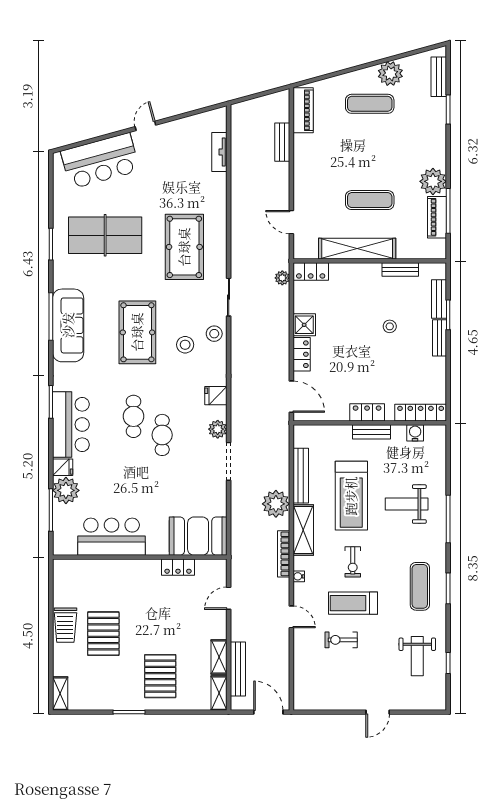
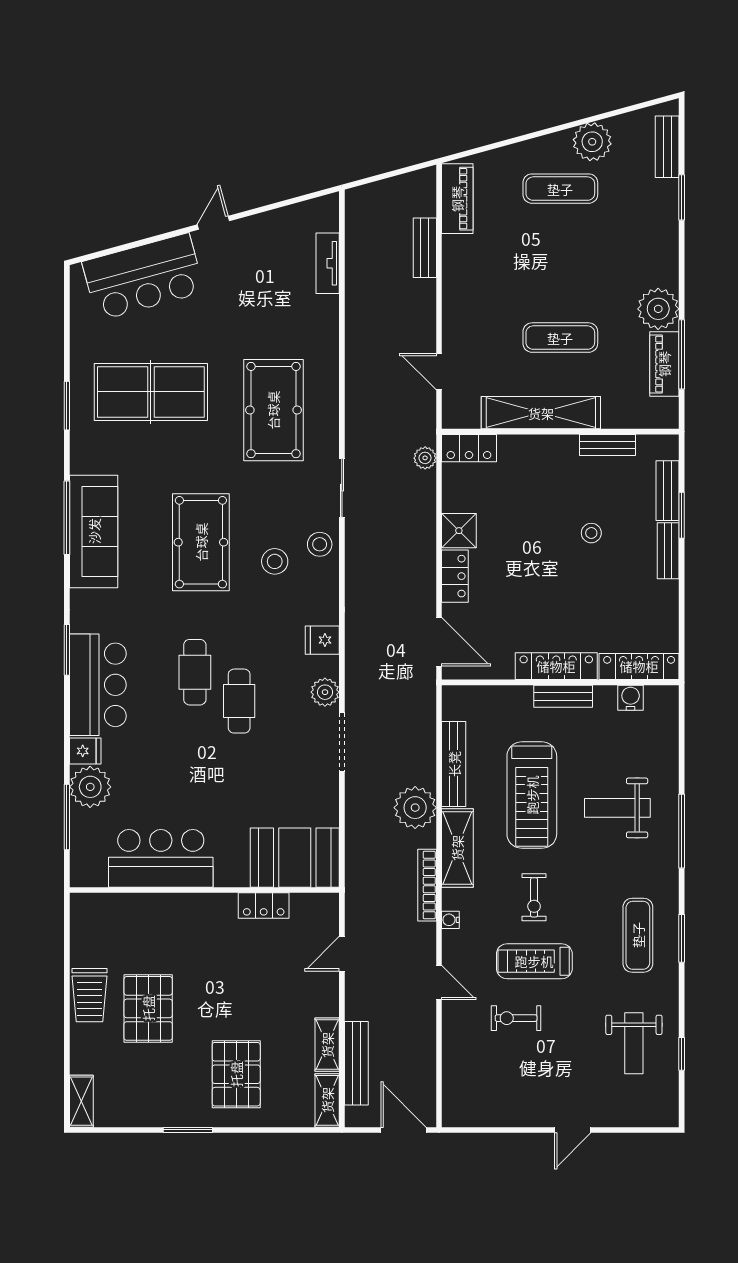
locker: (367, 412) -> (556, 666), width x1.53

